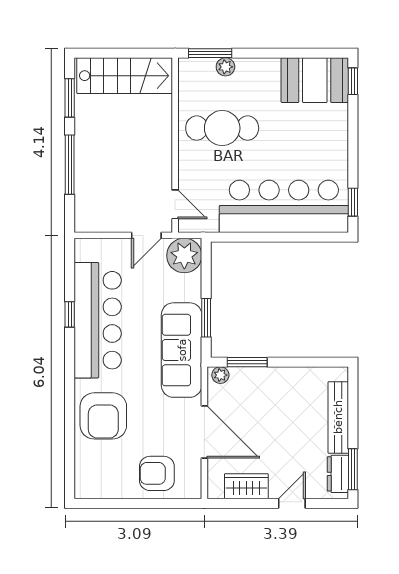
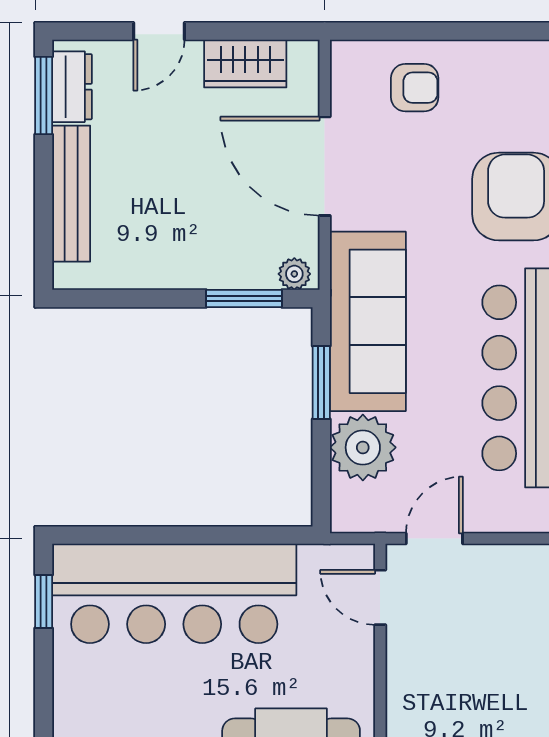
plant: (184, 256) -> (363, 447), moved
armchair: (157, 473) -> (415, 88), width x0.72, depth x0.72

